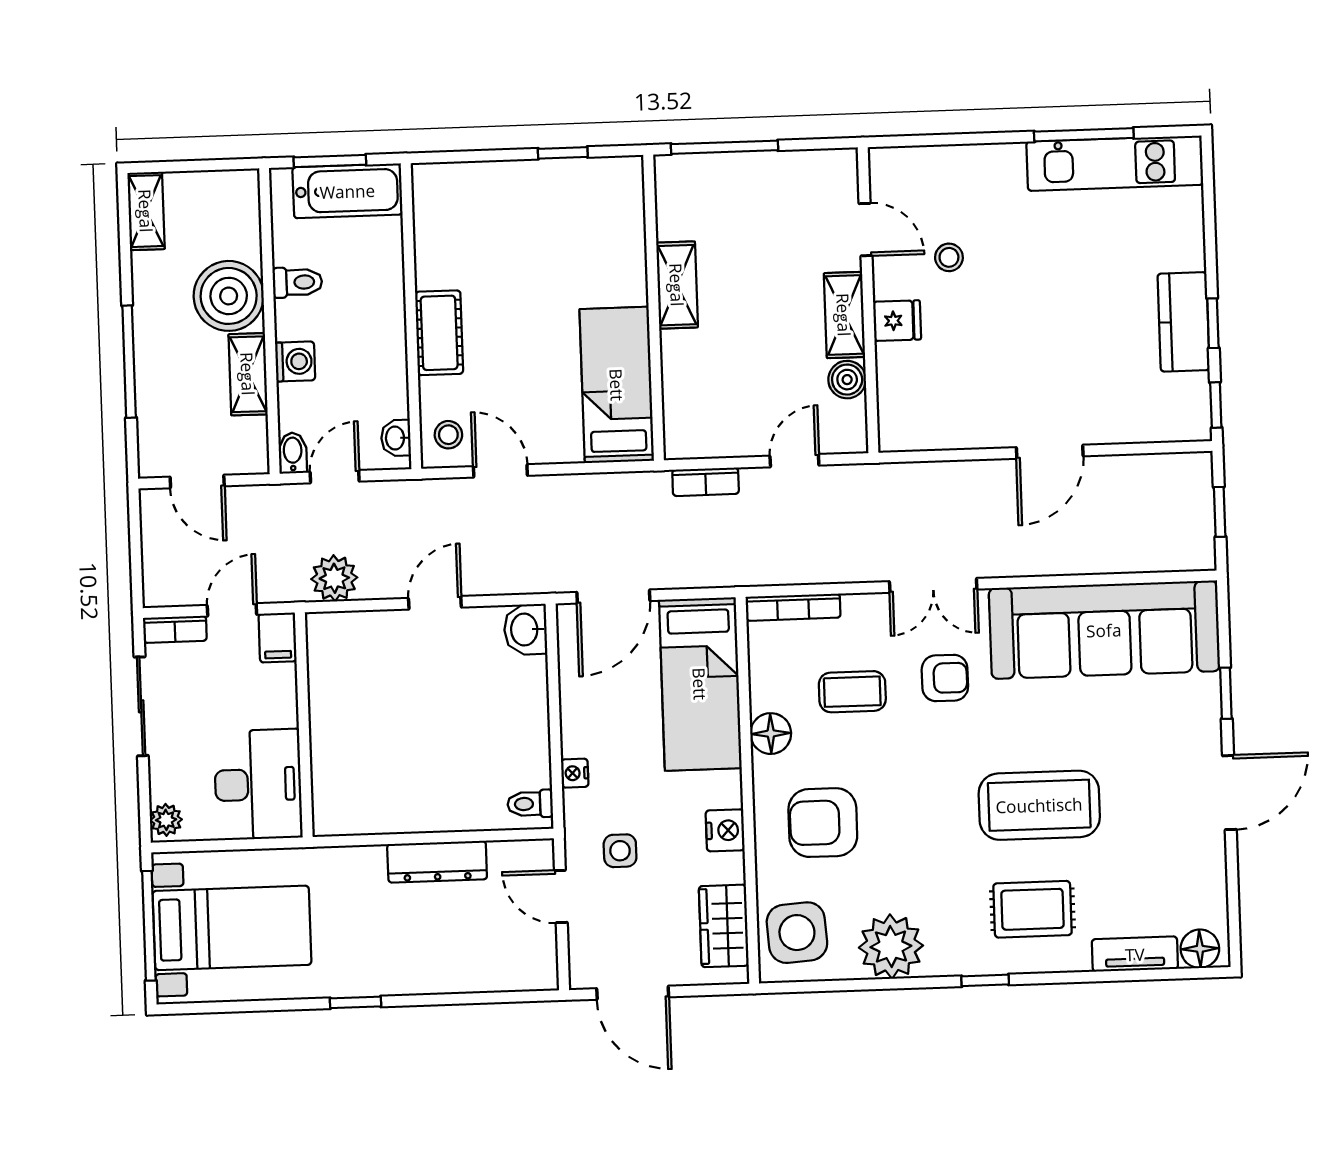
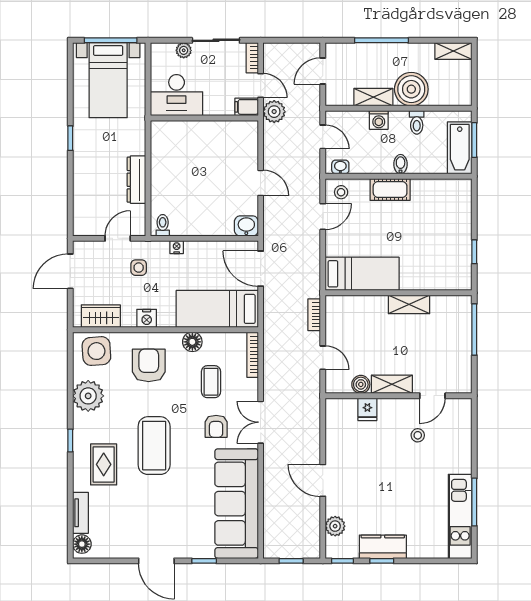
fridge: (897, 321) -> (367, 409), moved
plant: (1144, 423) -> (335, 526), added
bidet: (293, 453) -> (401, 164), moved, turned -90
plant: (334, 578) -> (274, 112), moved
coffee table: (1039, 805) -> (154, 446), moved
plant: (166, 820) -> (184, 50), moved

